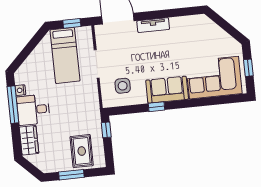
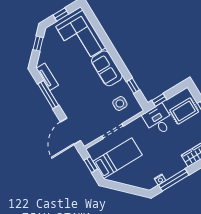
window: (169, 13) -> (48, 95), added
tv unit: (153, 25) -> (47, 77), moved
window: (229, 28) -> (38, 44), added
window: (157, 107) -> (133, 86), moved
desk: (33, 110) -> (158, 120), moved, turned 180

